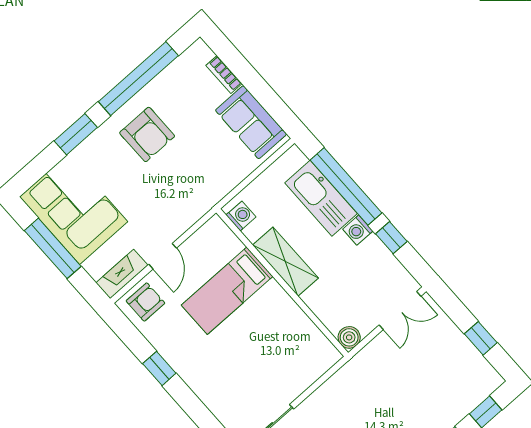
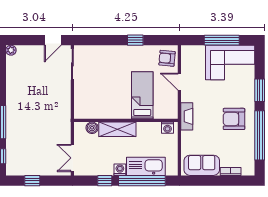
shelving: (285, 262) -> (117, 129), moved
fireplace: (122, 274) -> (187, 116), moved
armchair: (145, 302) -> (167, 58), turned 95
boiler: (349, 337) -> (92, 128), moved

